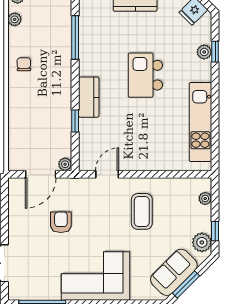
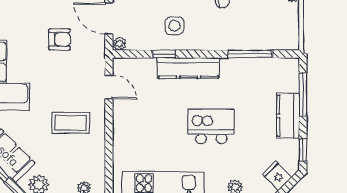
kitchen counter: (89, 97) -> (188, 68), width x1.50
side table: (48, 111) -> (175, 26), added

